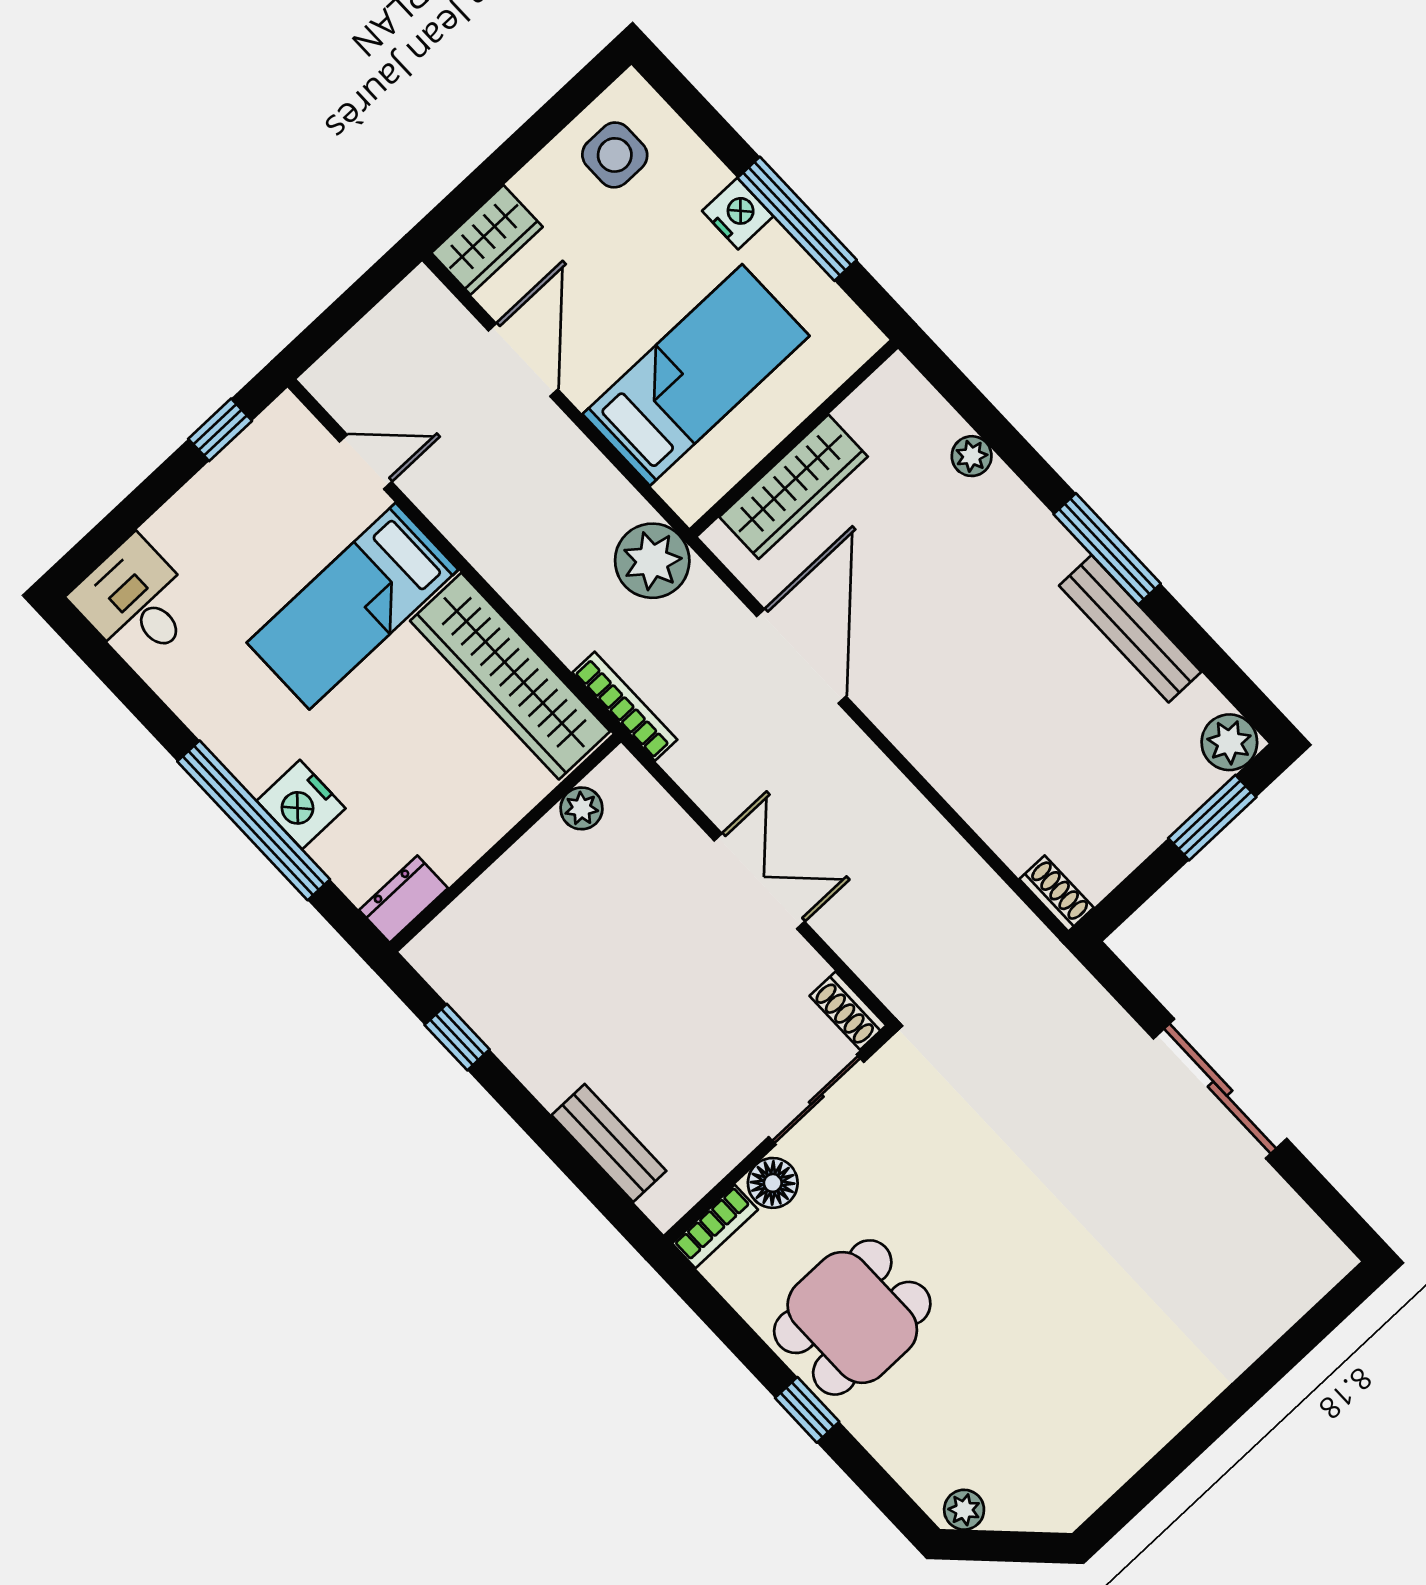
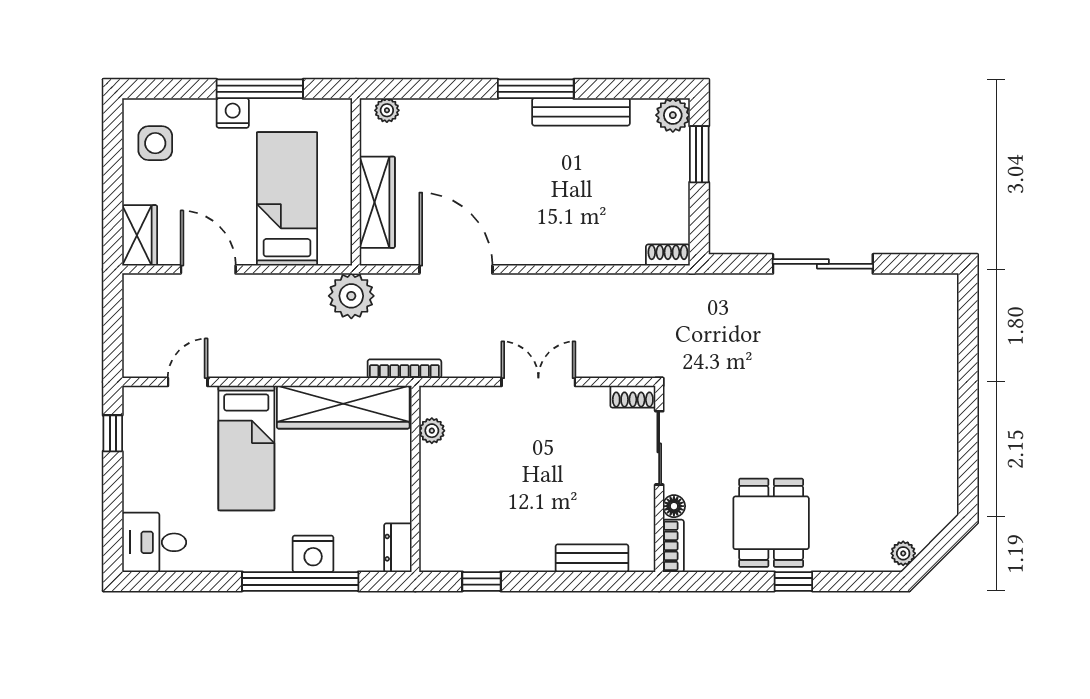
plant: (972, 456) -> (387, 110), moved
floor lamp: (773, 1183) -> (674, 506), width x0.73, depth x0.73

